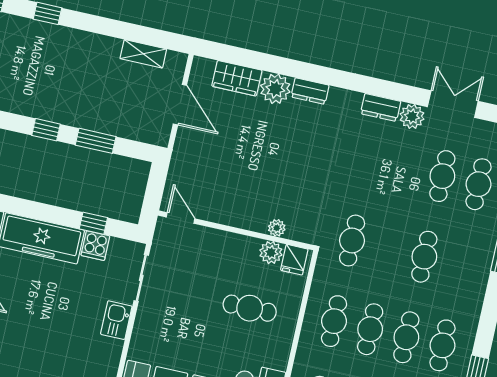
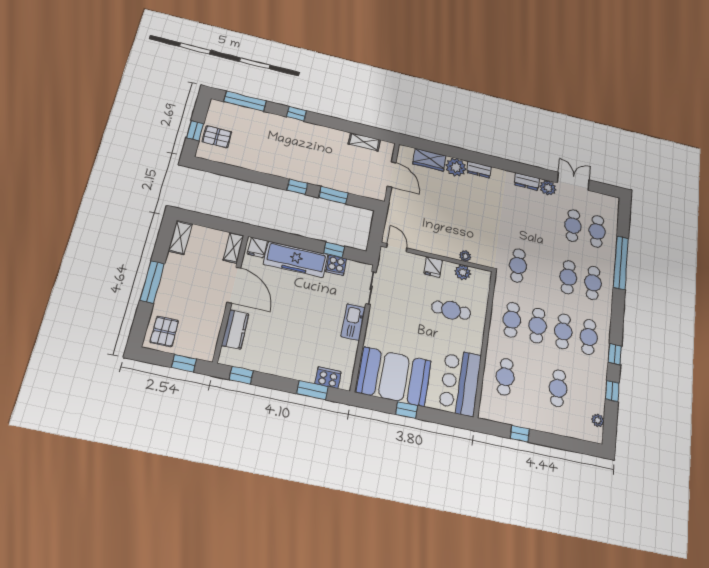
fridge: (294, 260) -> (433, 267), moved
cafe table: (460, 265) -> (593, 283), added
kitchen sink: (116, 320) -> (353, 322), width x1.38

